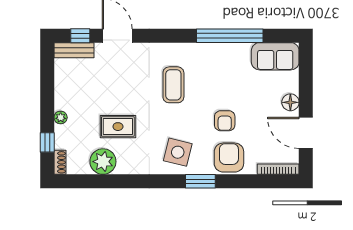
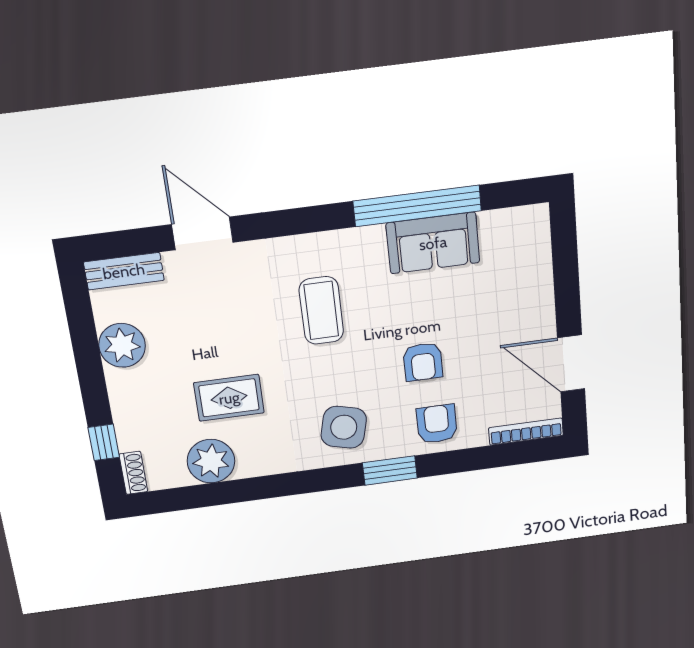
window: (80, 36) -> (131, 243), removed
sofa: (275, 56) -> (433, 243), moved
floor lamp: (290, 102) -> (540, 314), removed
plant: (61, 117) -> (122, 345), moved, width x1.88, depth x1.88
armchair: (229, 158) -> (437, 424), width x0.72, depth x0.72

